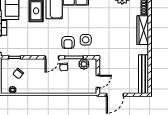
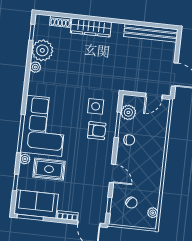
door: (52, 57) -> (112, 173), moved
door: (98, 82) -> (154, 96), swing flipped

